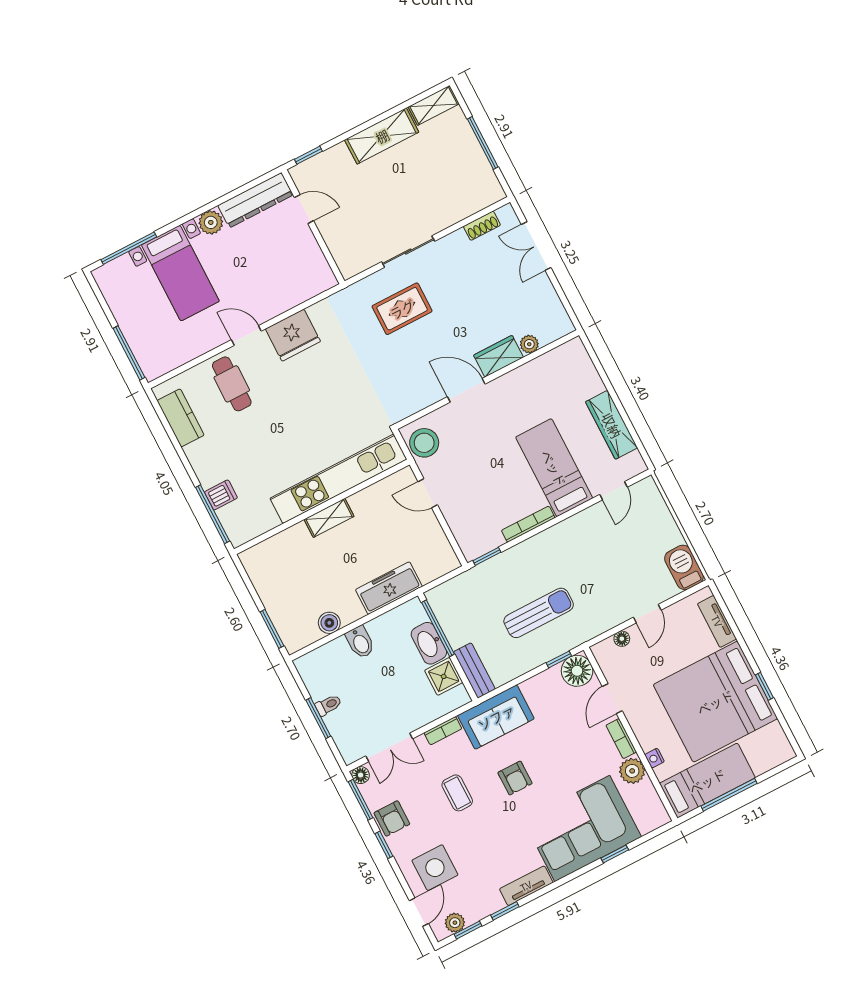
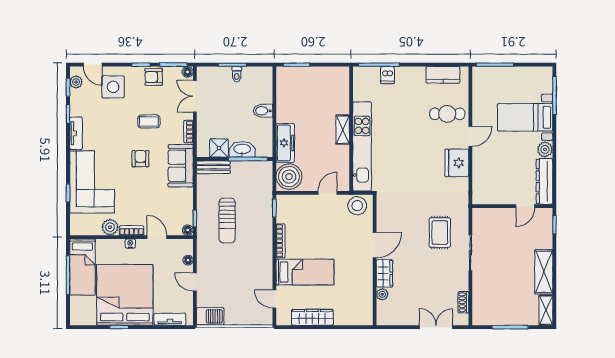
boiler: (329, 623) -> (289, 177), moved, width x1.86, depth x1.86
floor lamp: (577, 671) -> (188, 230), width x0.53, depth x0.53
nightstand: (654, 758) -> (130, 244), moved
armchair: (515, 778) -> (140, 159), turned 90

